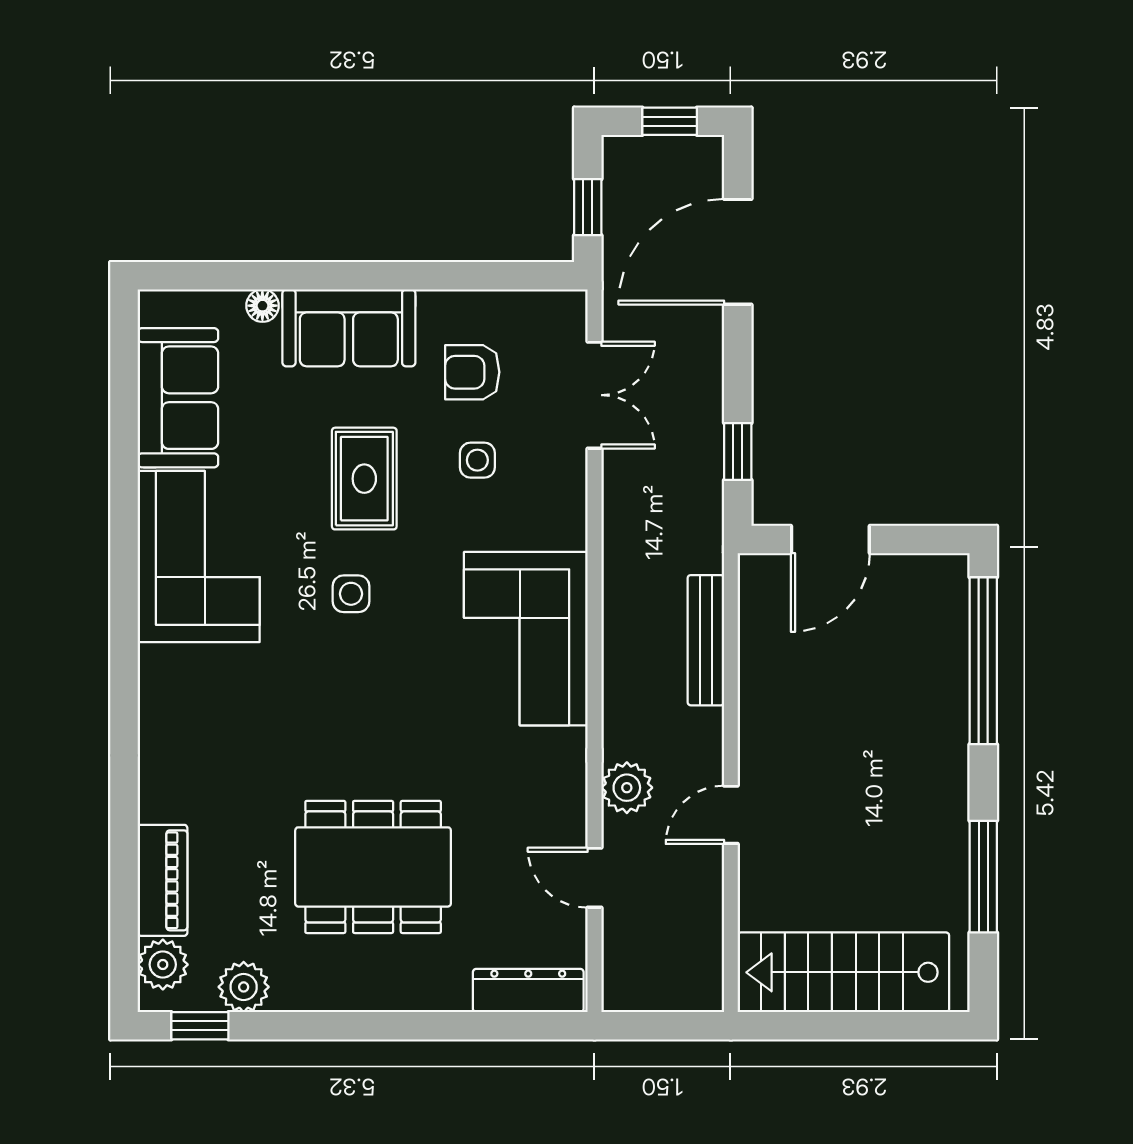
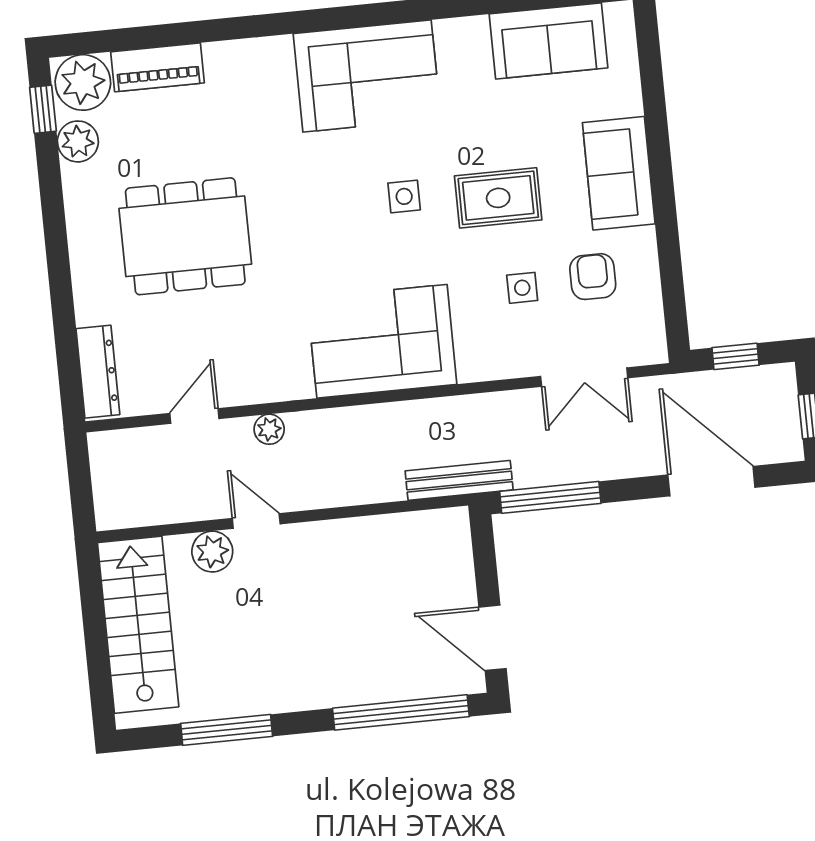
floor lamp: (262, 306) -> (630, 102), removed
window: (738, 451) -> (550, 497), width x2.17
door: (830, 539) -> (492, 638), moved
corner sofa: (199, 557) -> (367, 76), moved
bench: (706, 640) -> (459, 480), moved
plant: (627, 788) -> (269, 429), width x0.73, depth x0.73
dining table: (373, 867) -> (185, 236), turned 90
plant: (763, 872) -> (212, 552), added
plant: (163, 965) -> (83, 82), width x1.36, depth x1.36

